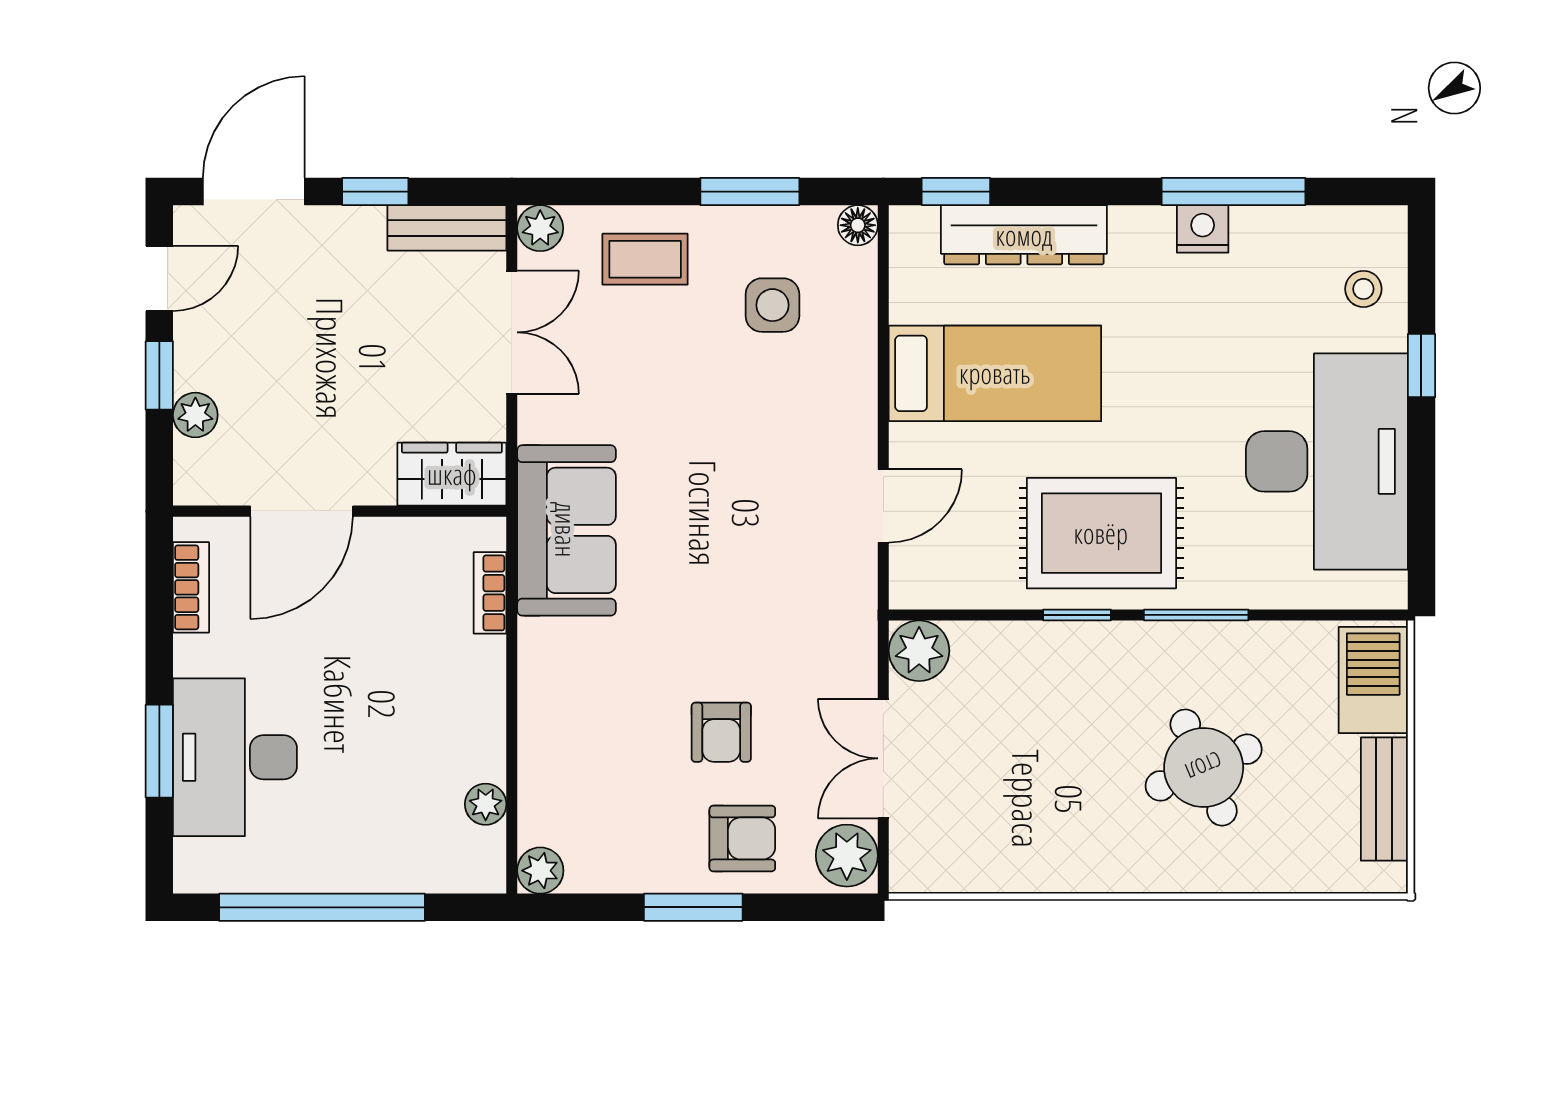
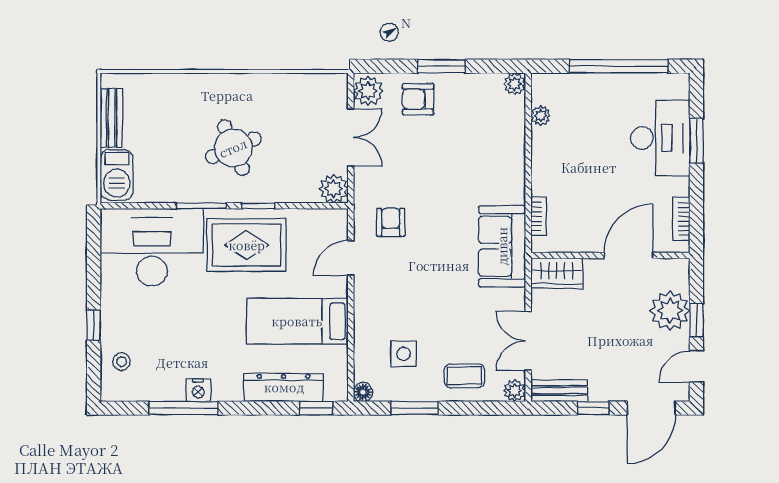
plant: (195, 415) -> (670, 311), width x1.87, depth x1.87
desk: (1327, 461) -> (152, 247), moved, turned 90
armchair: (721, 732) -> (391, 222), moved
round table: (1204, 768) -> (233, 148), moved

